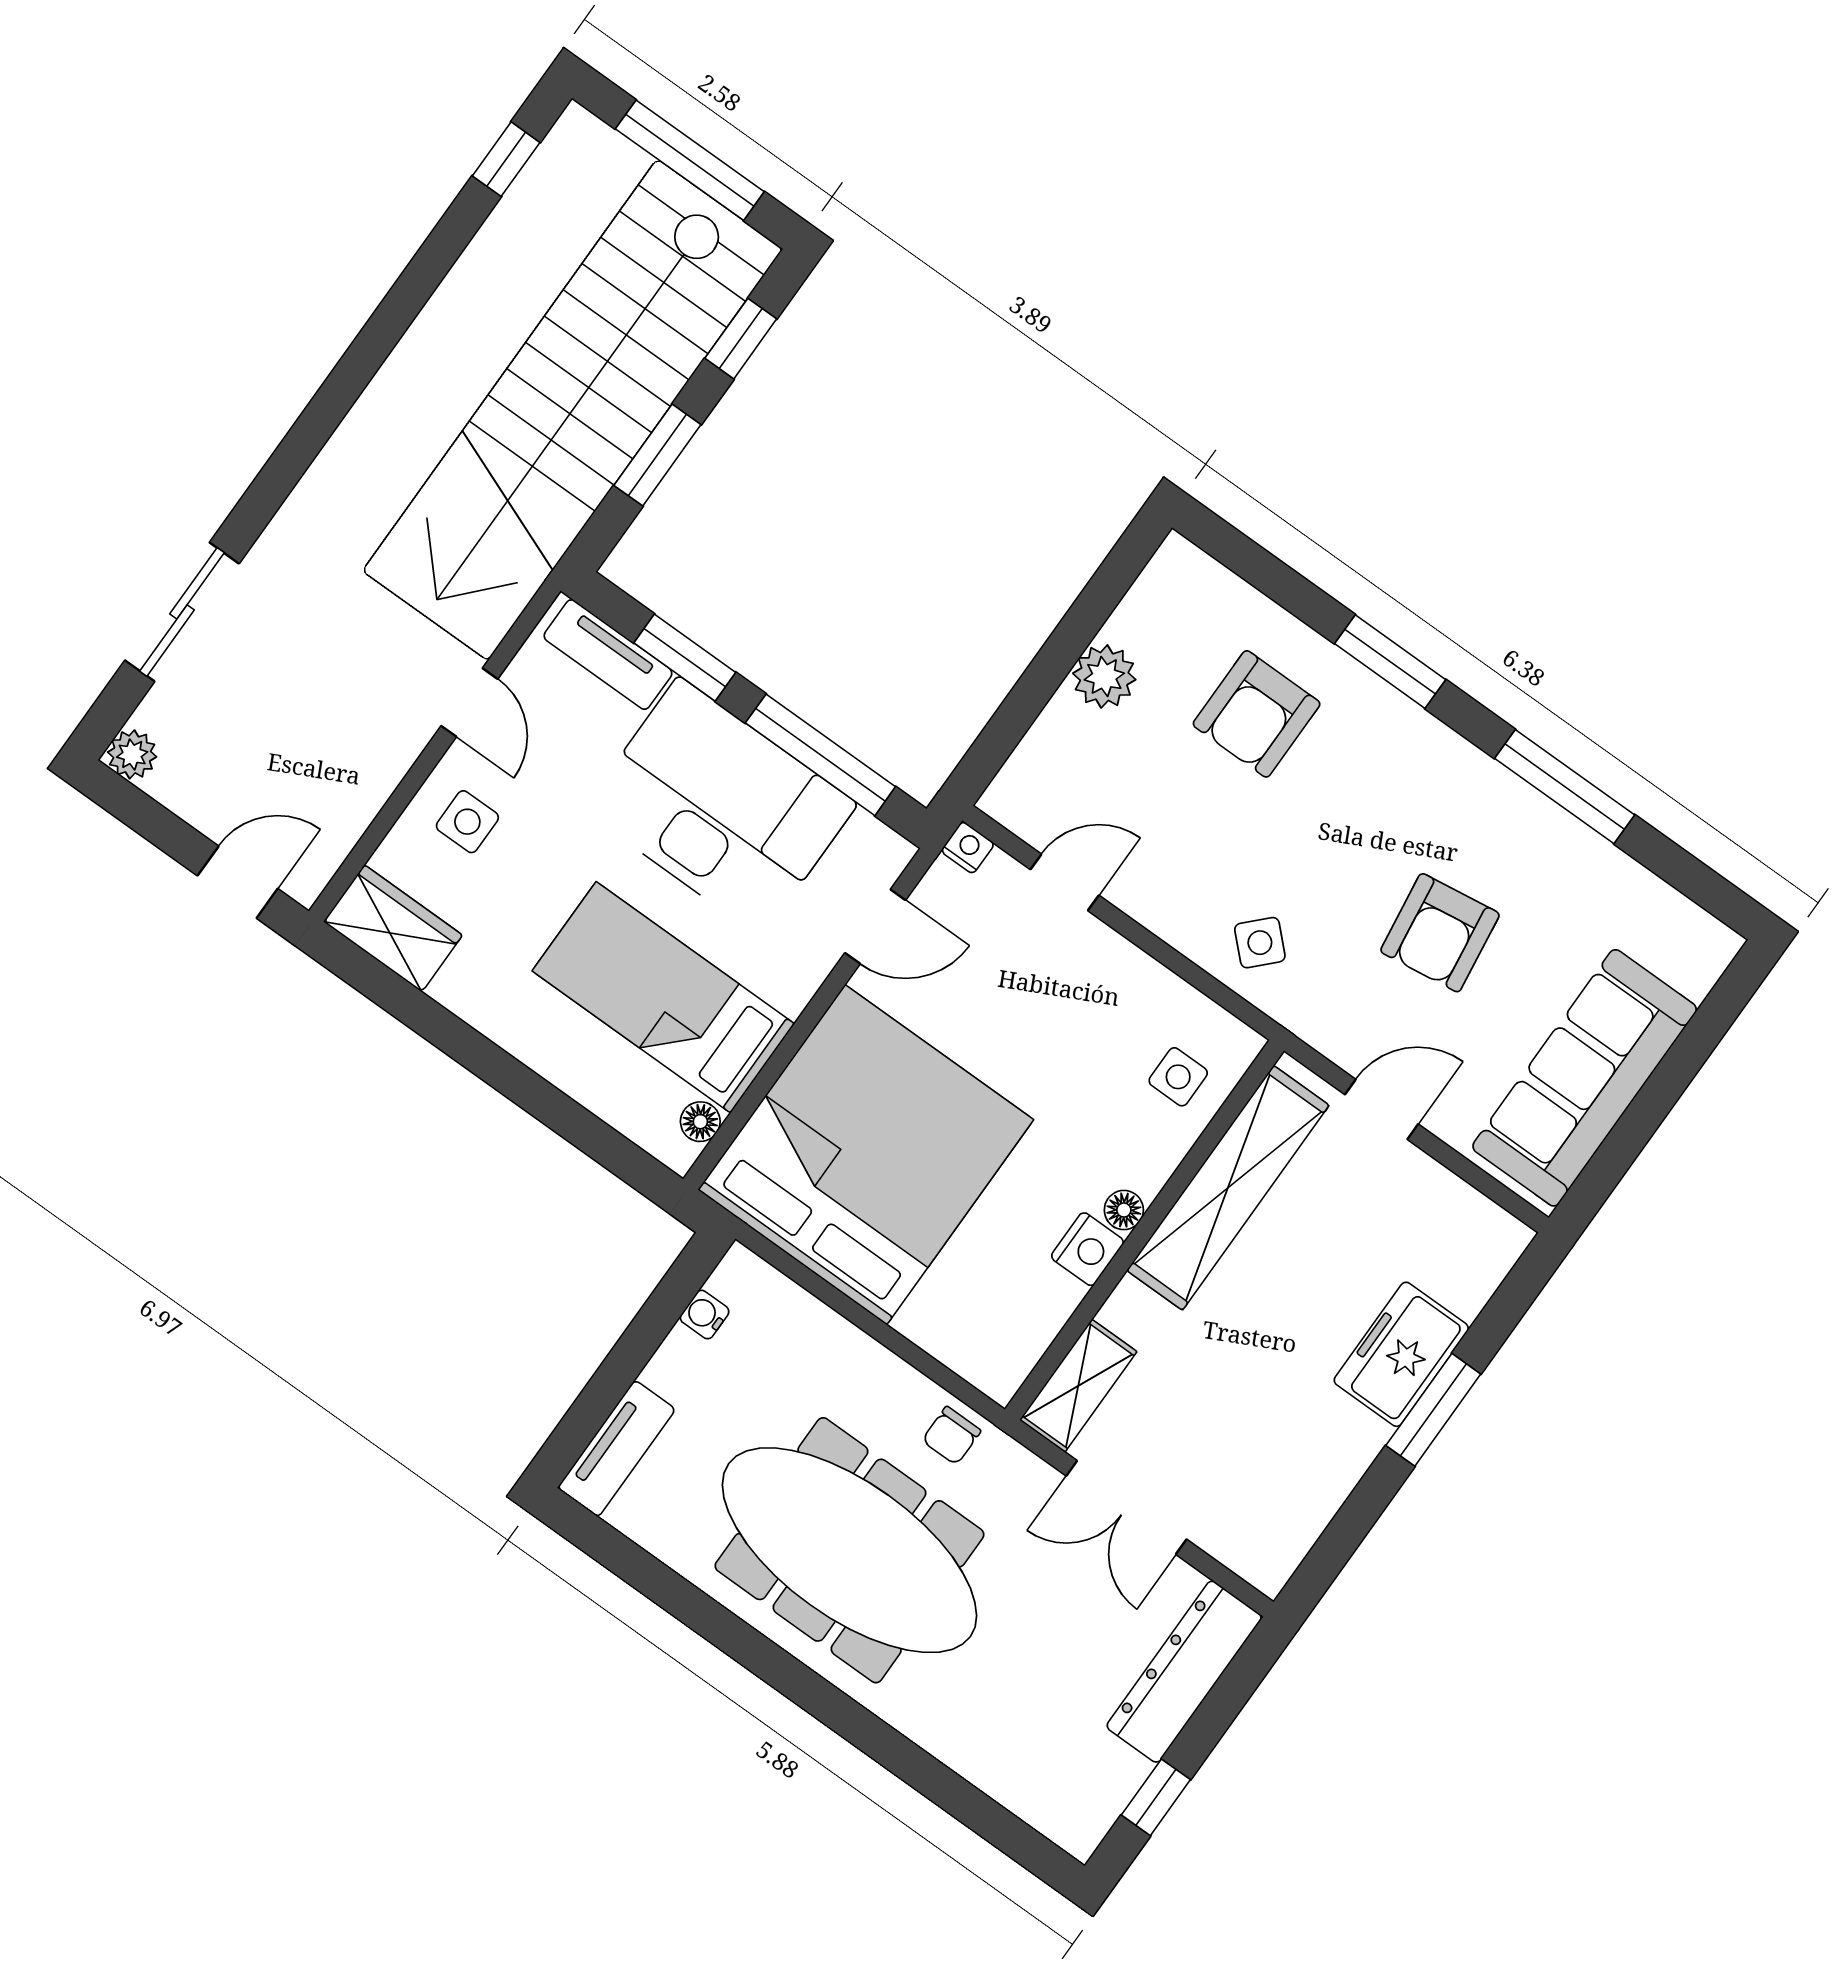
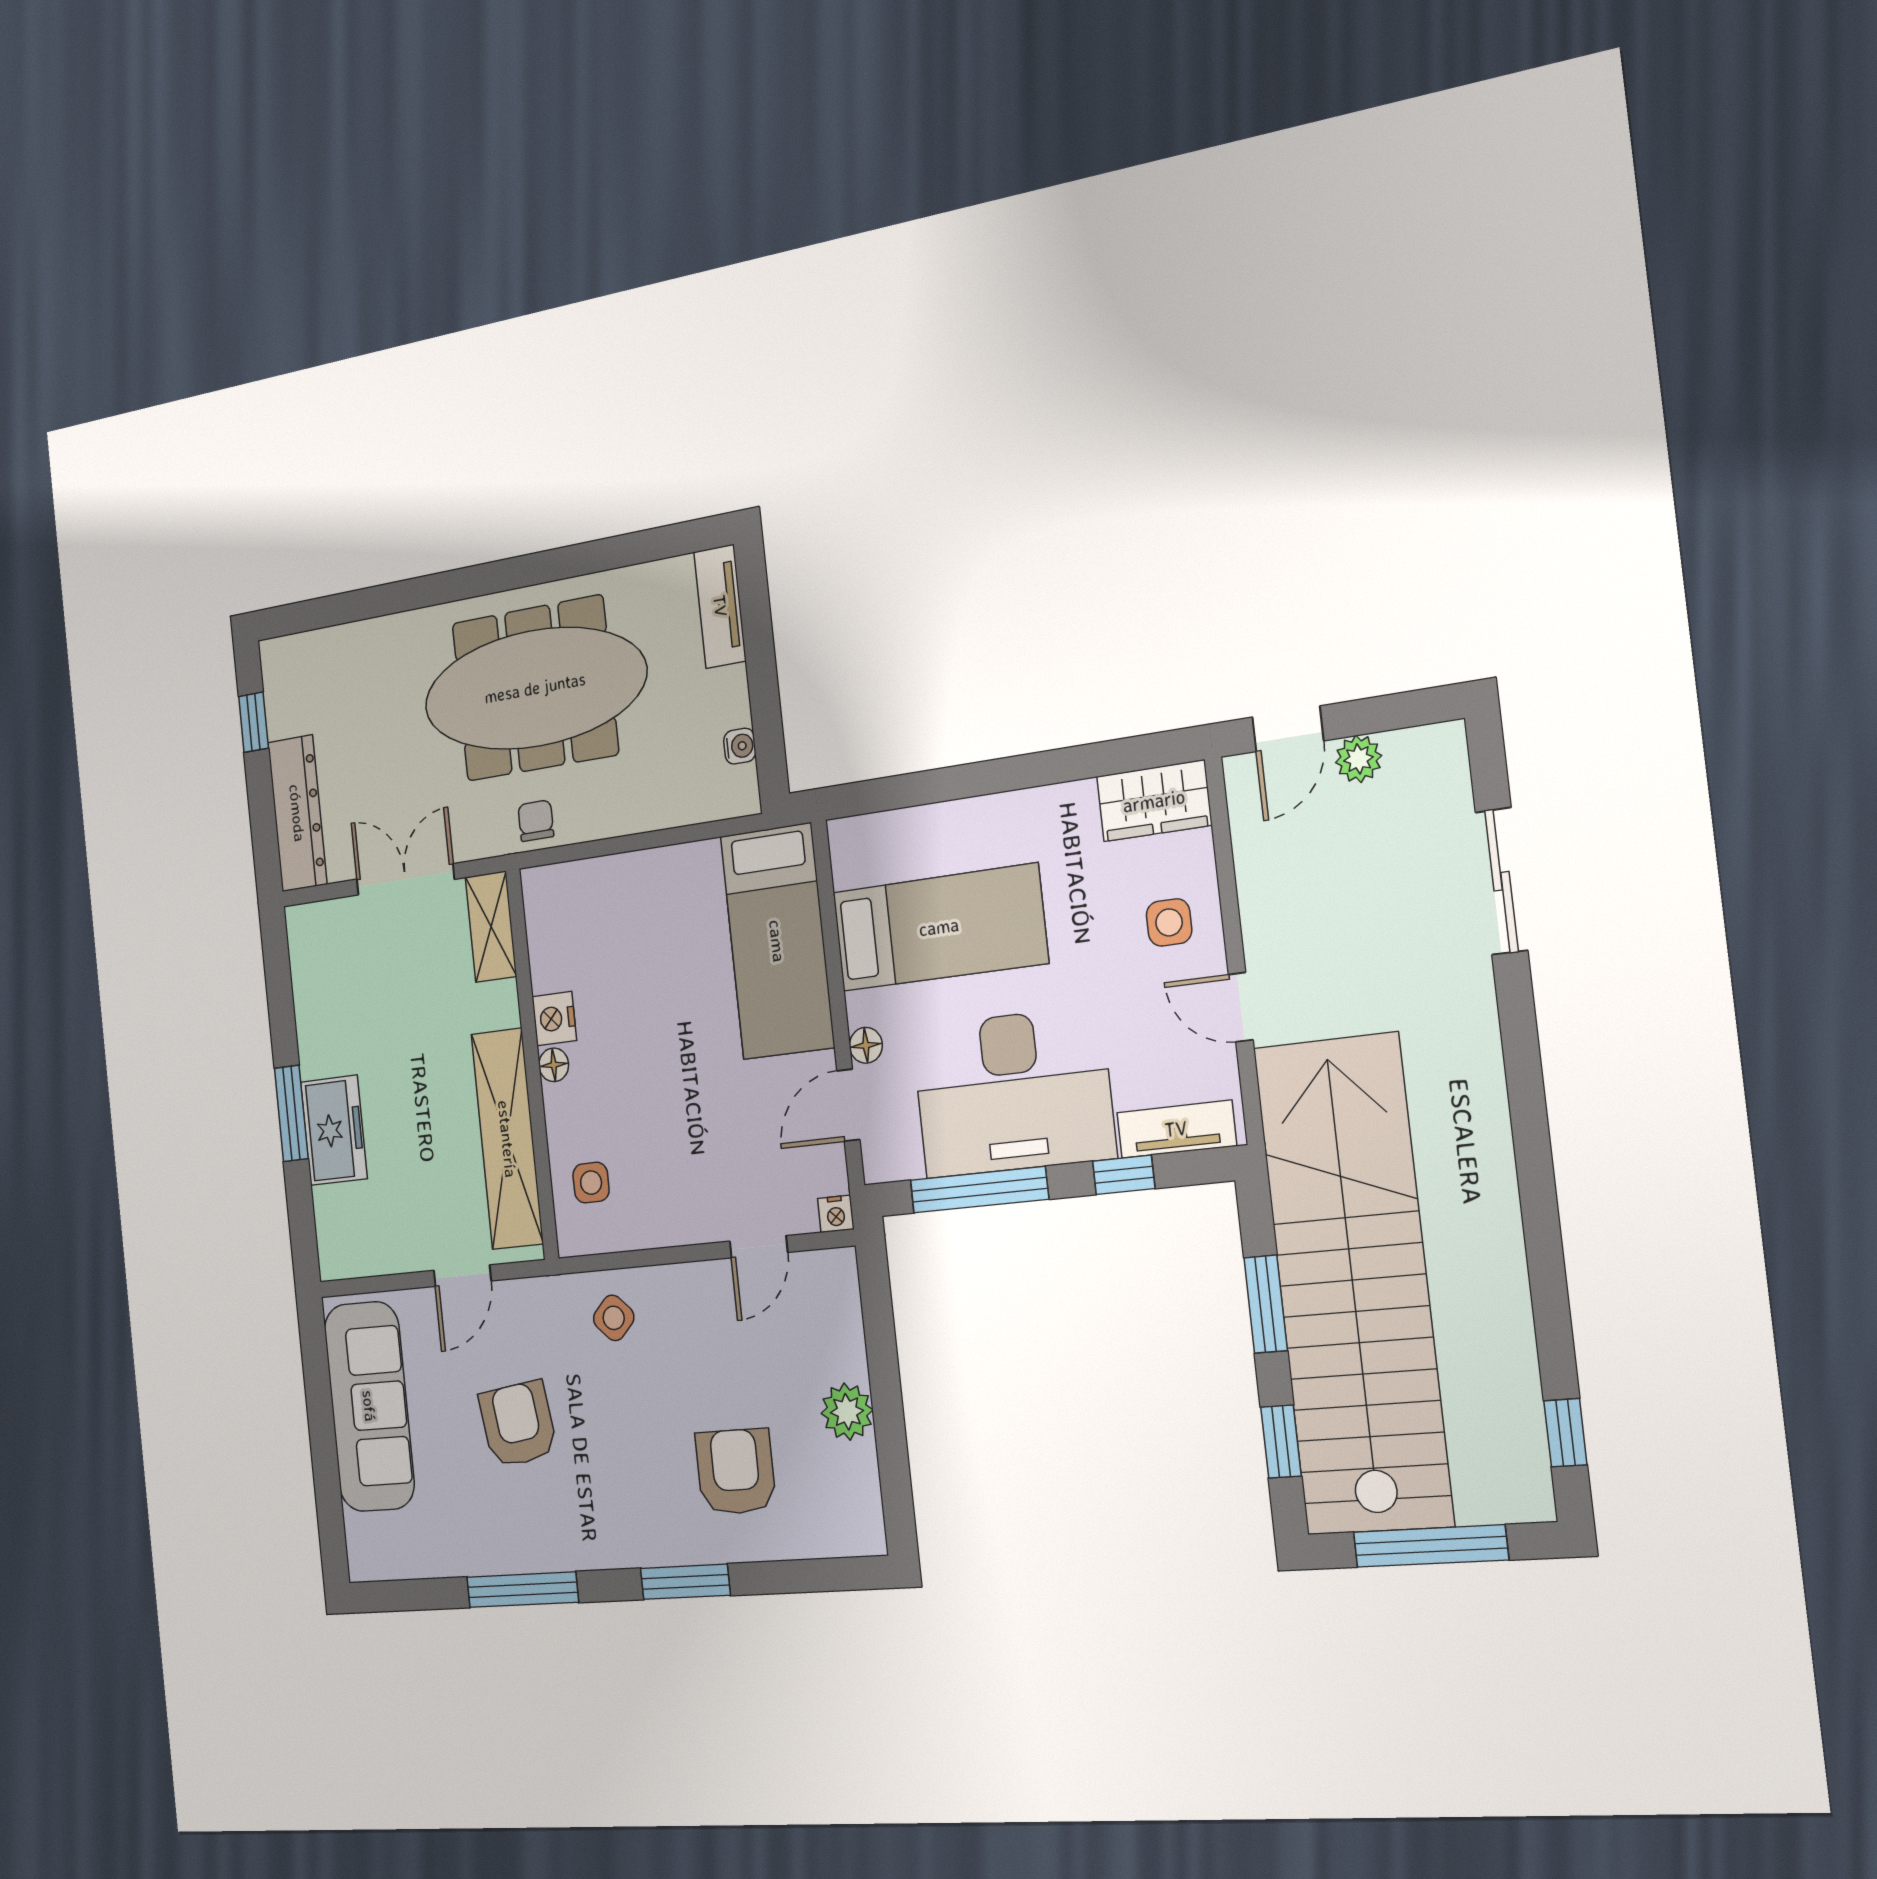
window: (685, 658) -> (1124, 1175), width x0.67
plant: (132, 754) -> (1358, 759), moved
floor lamp: (700, 1122) -> (866, 1045), moved
bed: (866, 1155) -> (777, 941), width x0.49

